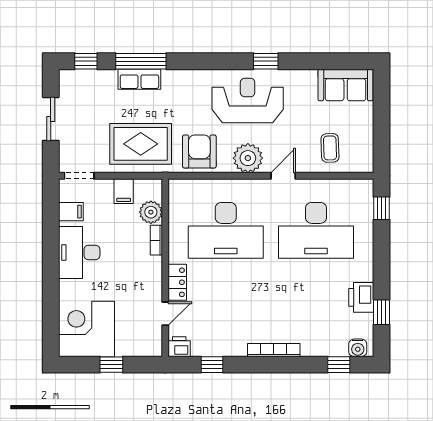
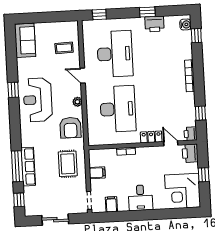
row of seats: (139, 79) -> (28, 167), width x1.48
rug: (141, 144) -> (68, 164), width x0.73, depth x0.70
armchair: (199, 151) -> (70, 128), turned -90
plant: (248, 158) -> (77, 102), width x0.53, depth x0.53
plant: (151, 212) -> (109, 155), removed
desk: (79, 252) -> (140, 198), width x0.73
window: (381, 312) -> (147, 12), moved
printer: (147, 344) -> (190, 153), added

